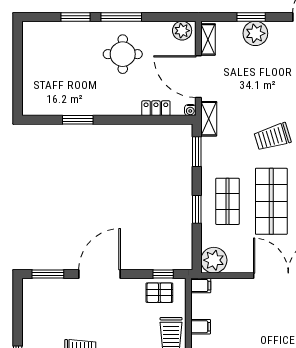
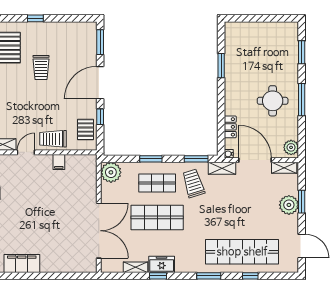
window: (76, 17) -> (302, 52), moved
door: (198, 77) -> (255, 160), hinge flipped
trolley: (273, 137) -> (193, 183), moved
door: (100, 274) -> (100, 83), swing flipped
window: (163, 274) -> (100, 117), moved
filing cabinet: (201, 286) -> (91, 162), removed

